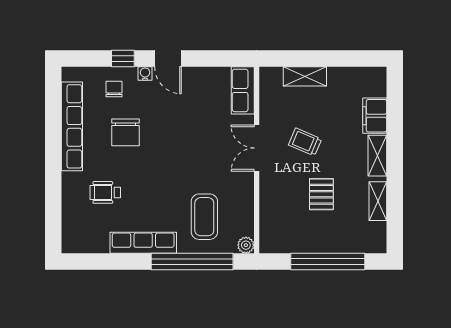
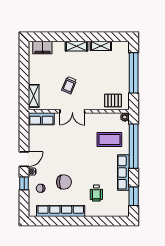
shelving: (305, 76) -> (34, 96), moved
filing cabinet: (375, 116) -> (42, 48), moved
pallet: (321, 194) -> (113, 100), moved
window: (99, 262) -> (134, 196), added

